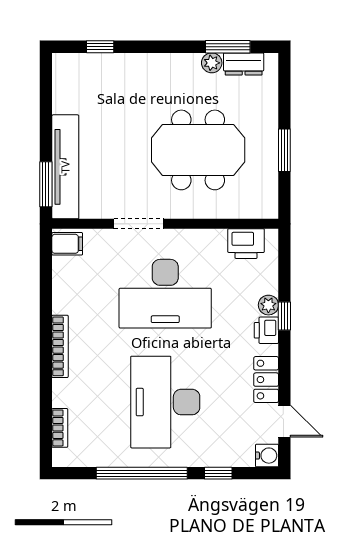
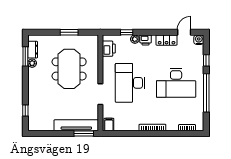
desk: (165, 294) -> (130, 83), turned 180
window: (284, 316) -> (127, 32), moved

